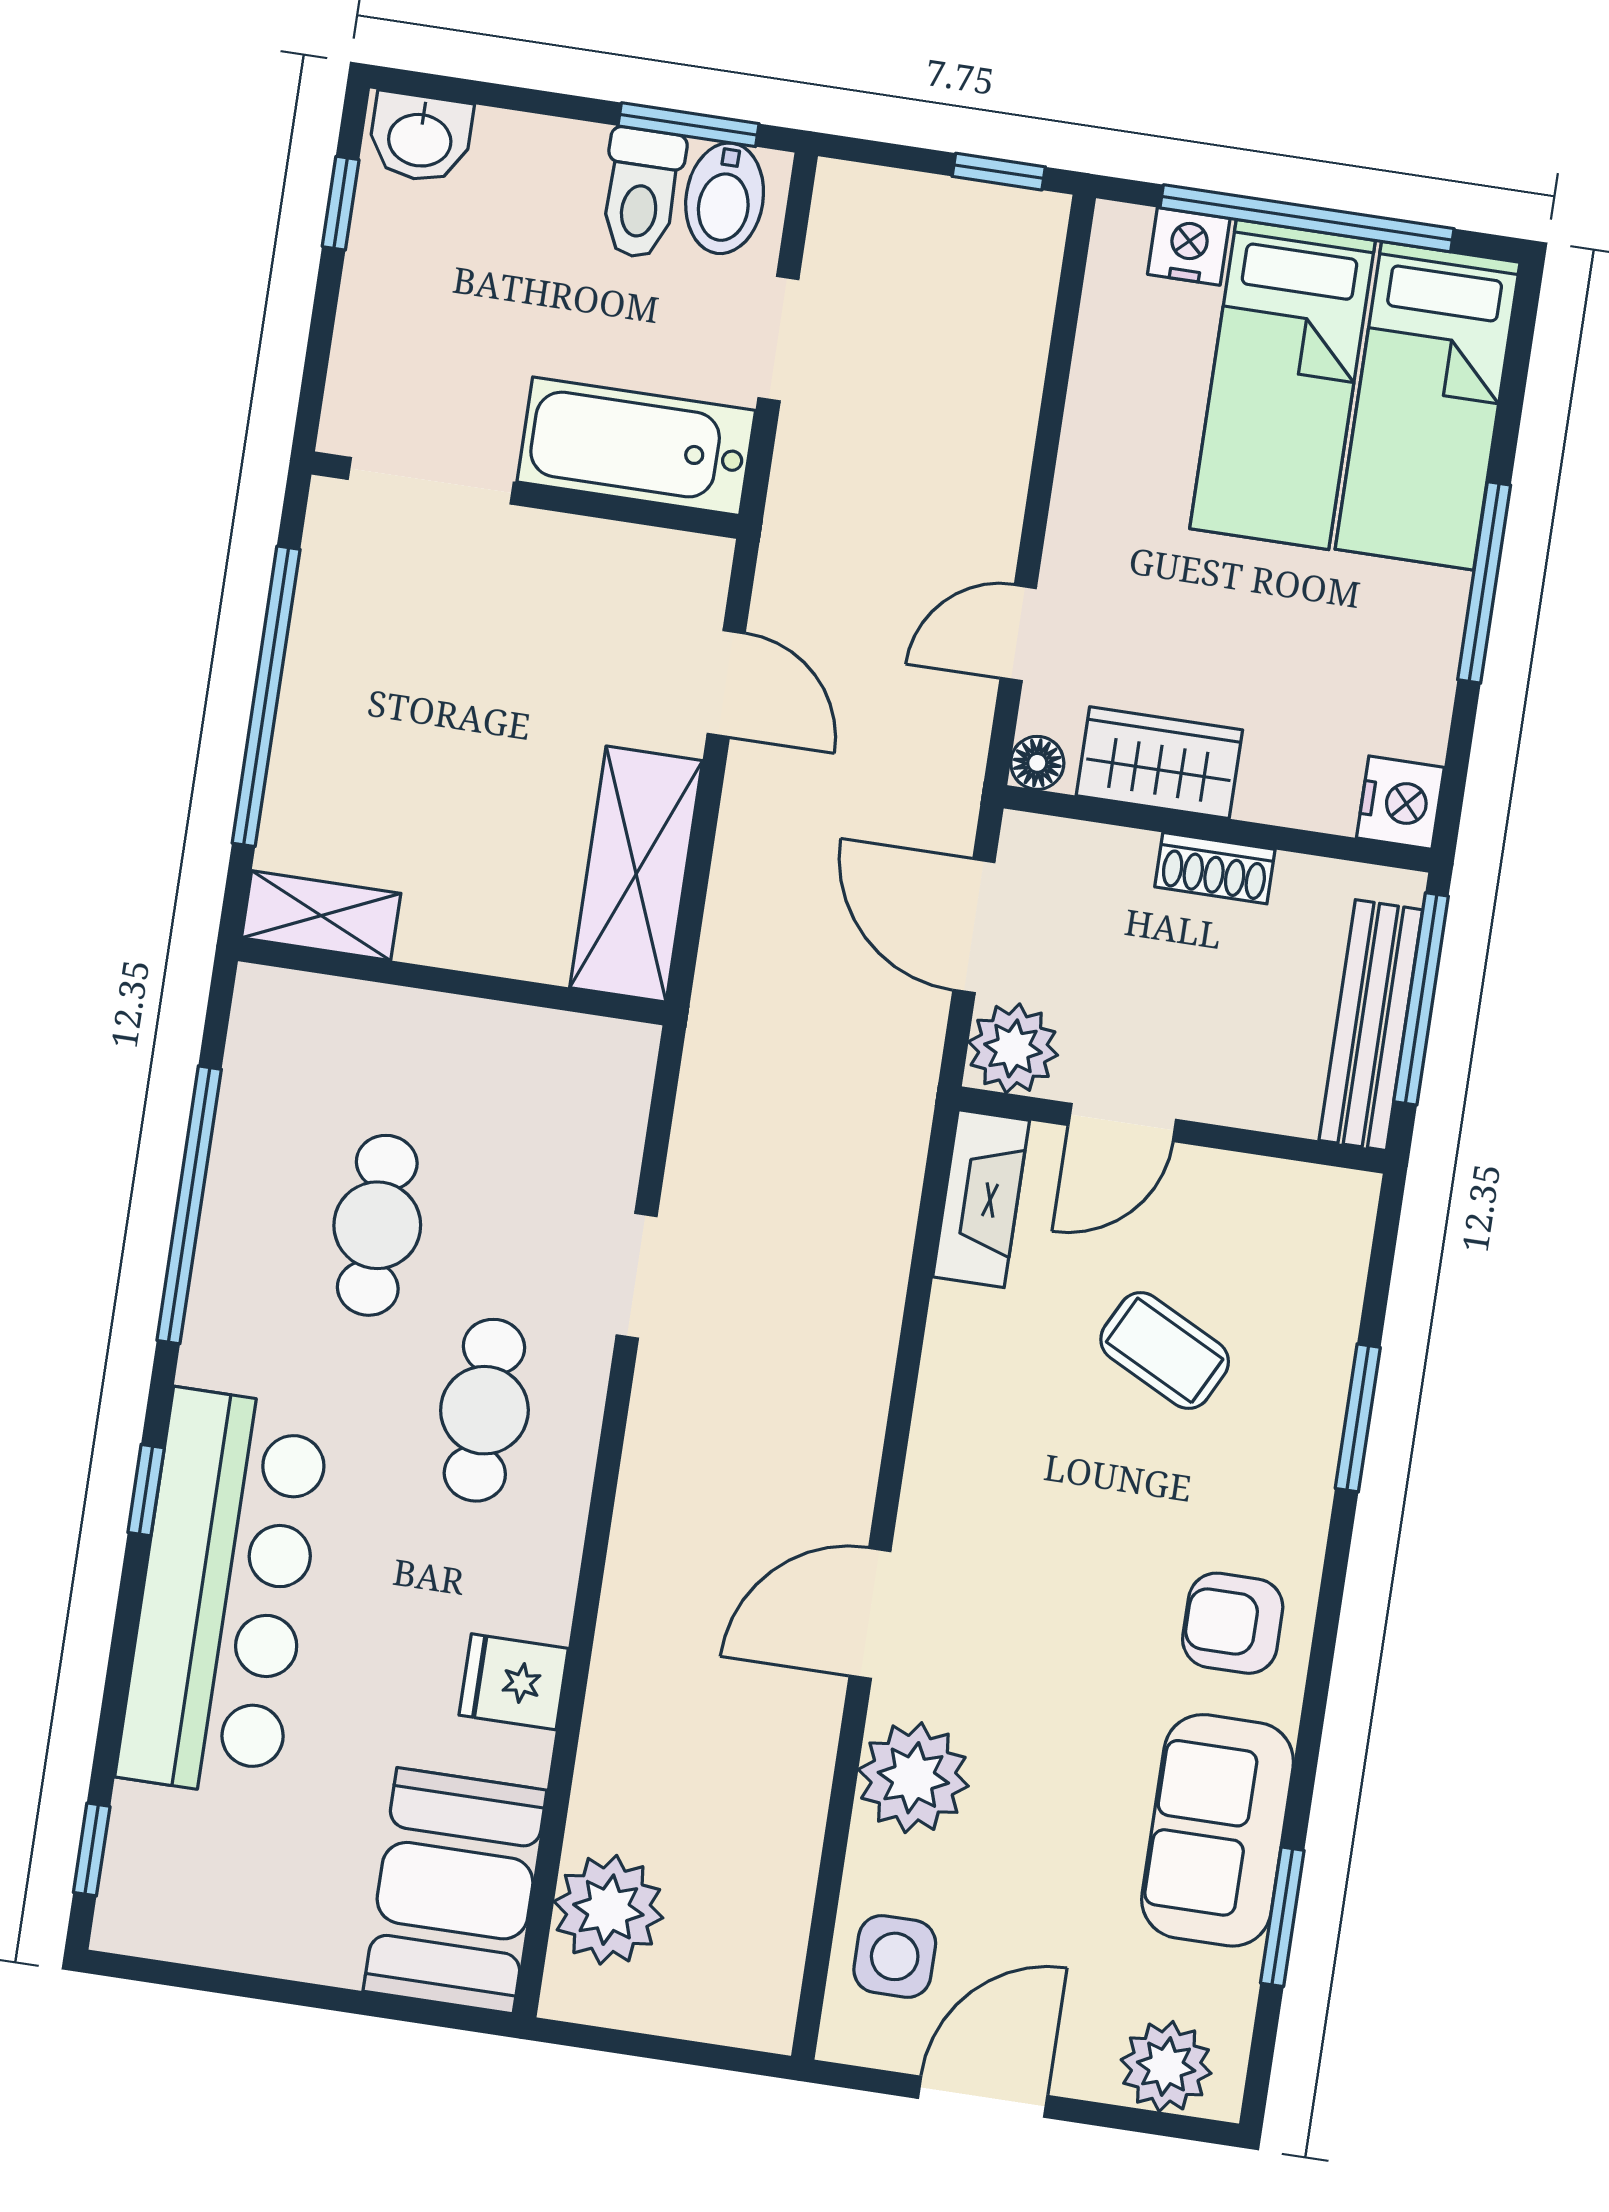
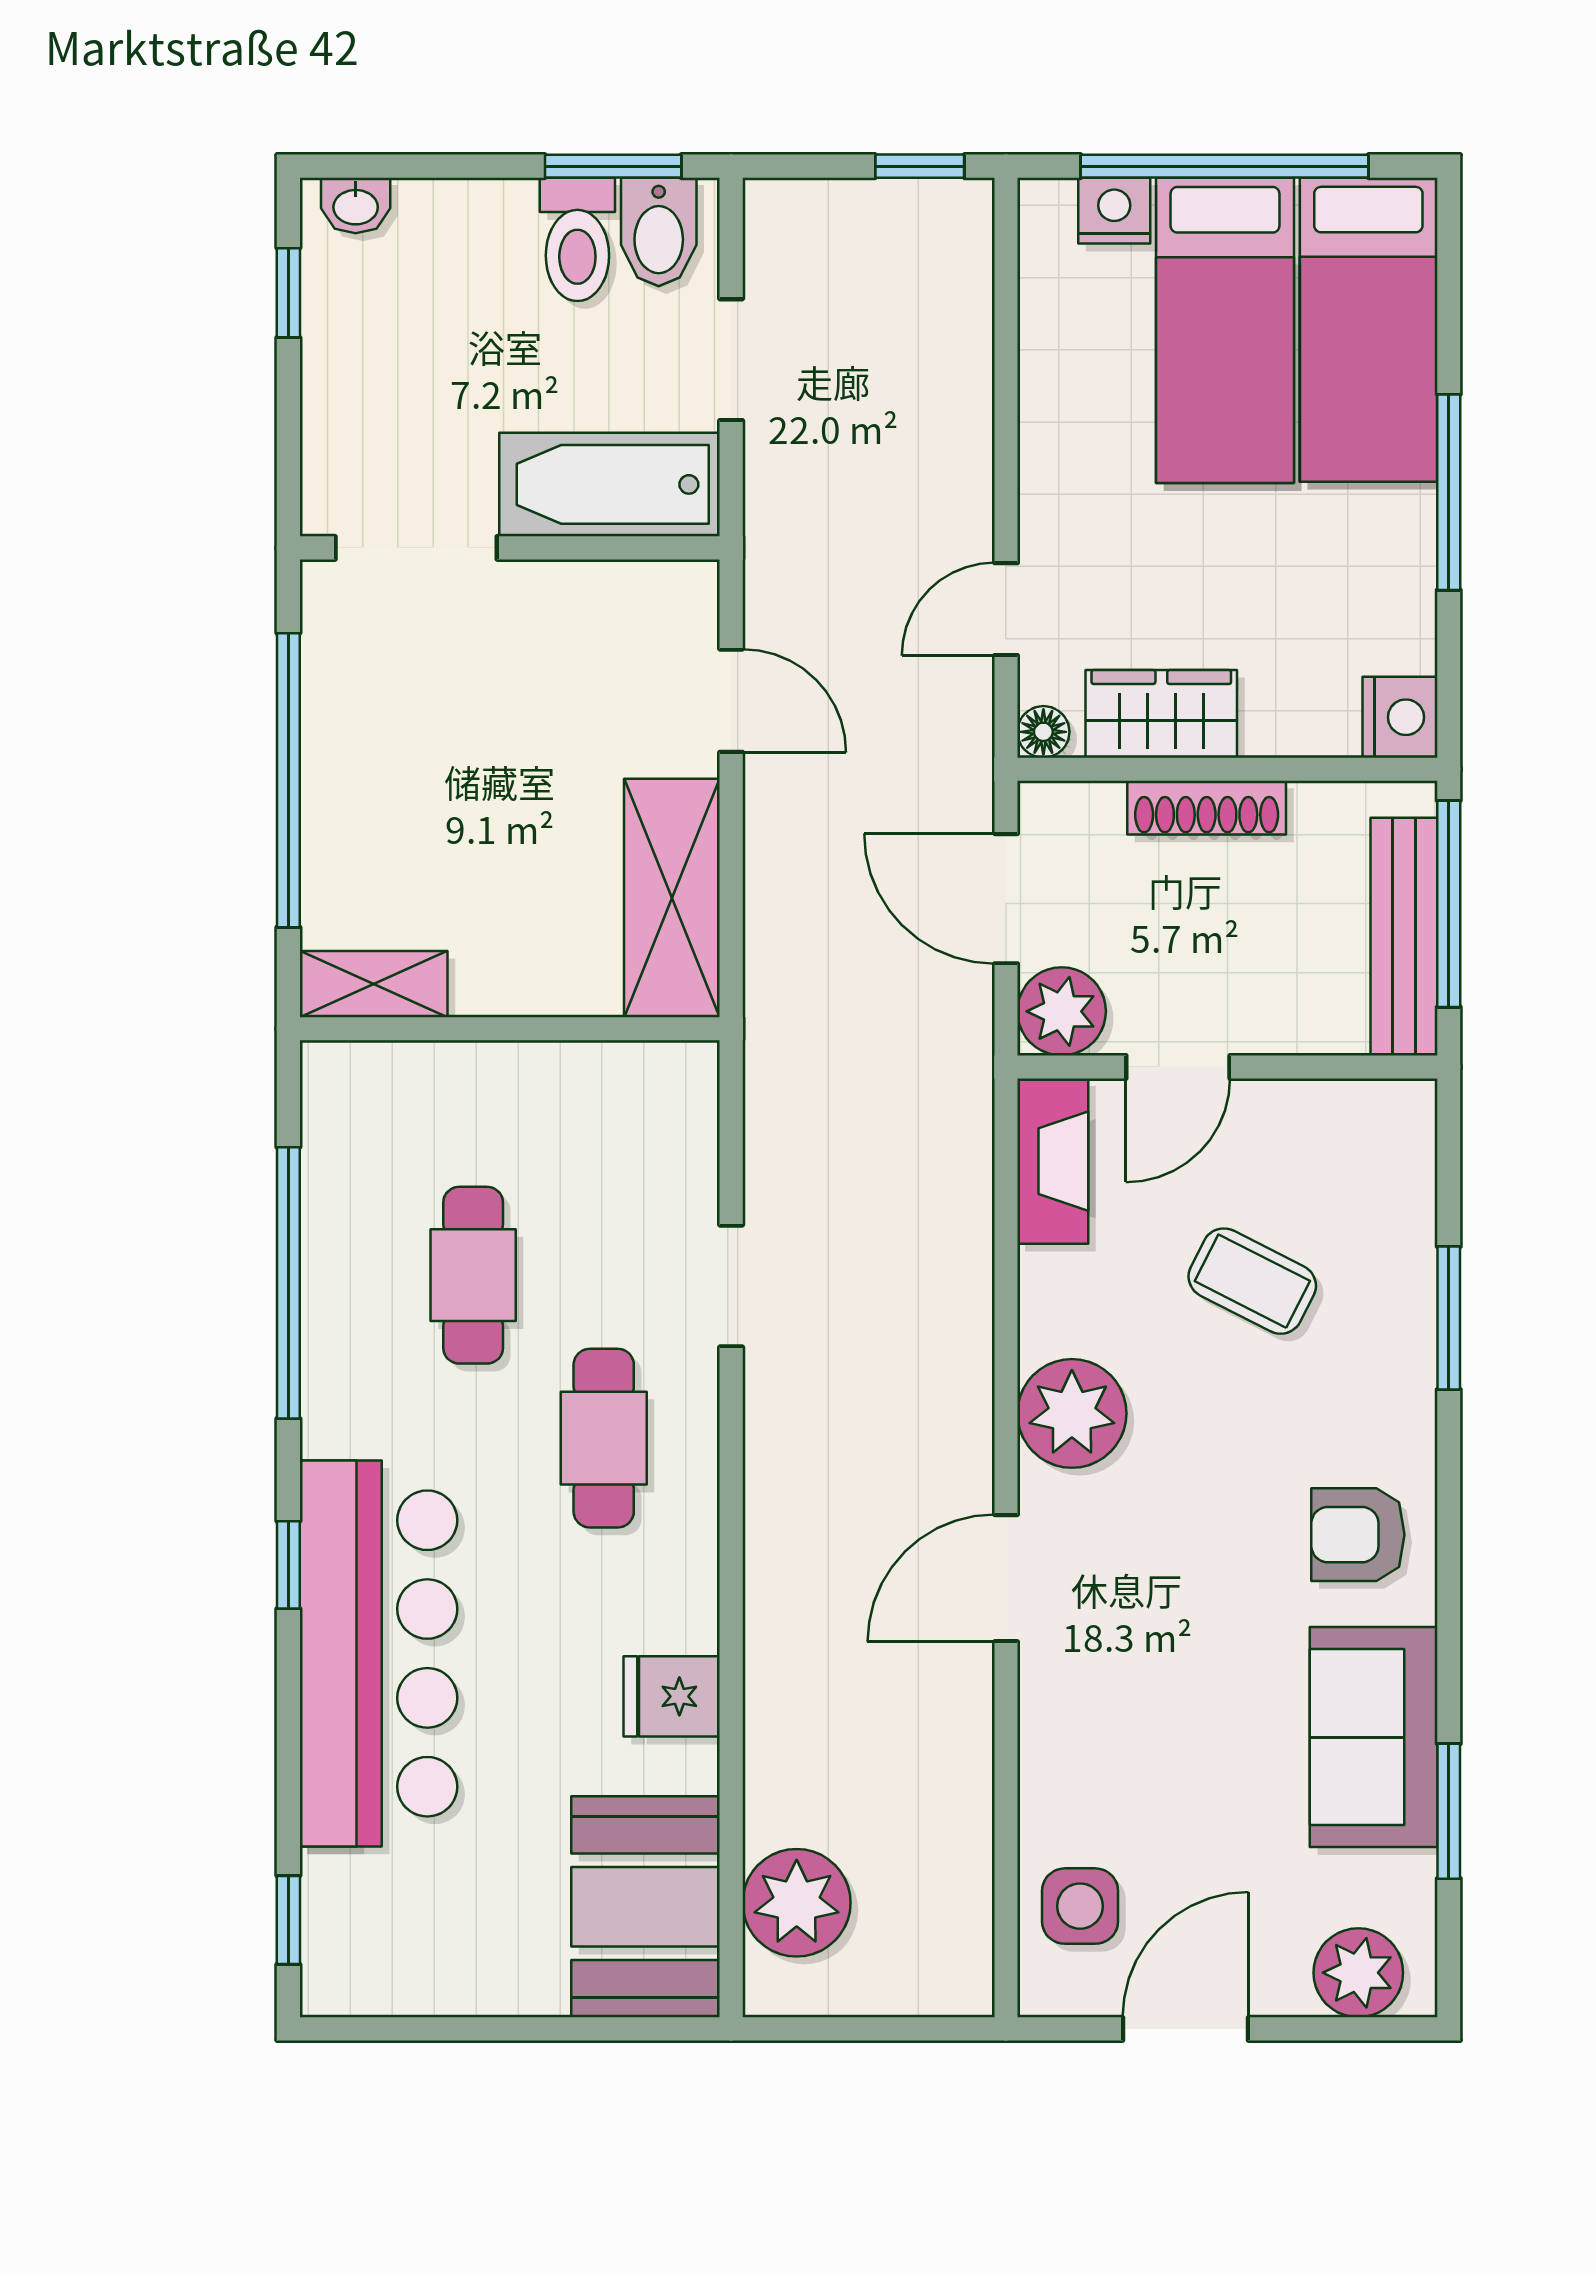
washbasin: (420, 138) -> (356, 206), width x0.72, depth x0.69
shoe rack: (1215, 868) -> (1207, 808), width x1.43
plant: (913, 1778) -> (1072, 1413), moved

